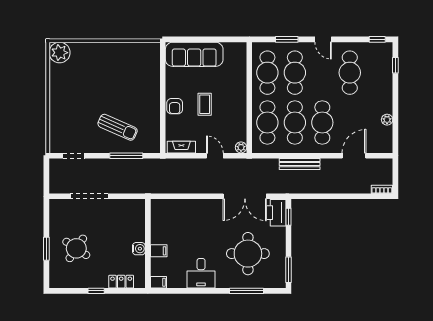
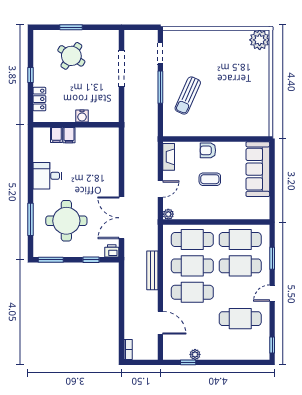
window: (395, 65) -> (188, 362), moved
window: (126, 156) -> (160, 87), moved
printer: (276, 213) -> (112, 251), width x0.53, depth x0.68
window: (288, 217) -> (91, 260), moved
water cooler: (139, 249) -> (82, 116), moved
filing cabinet: (159, 282) -> (56, 135), moved

